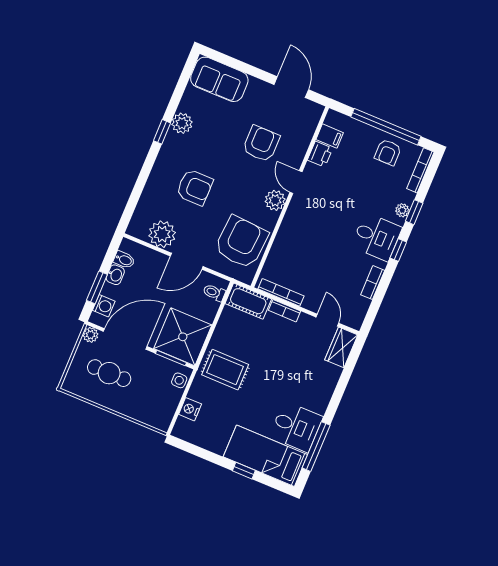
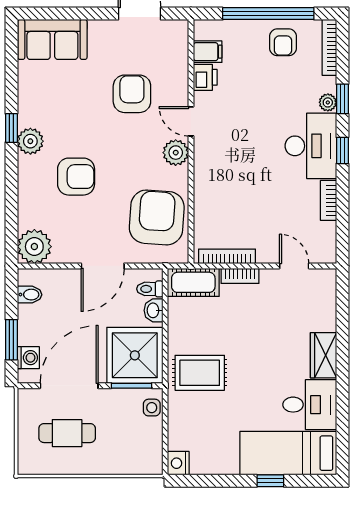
plant: (182, 123) -> (30, 141), moved
plant: (162, 234) -> (34, 247), moved
desk: (376, 237) -> (311, 146), width x1.37
washbasin: (115, 275) -> (154, 310), moved, turned 180
plant: (91, 335) -> (27, 398), removed
wardrobe: (341, 347) -> (323, 355), moved
nightstand: (190, 409) -> (178, 463), moved
window: (316, 447) -> (342, 418), removed

